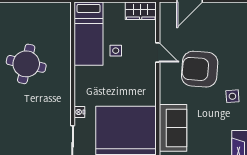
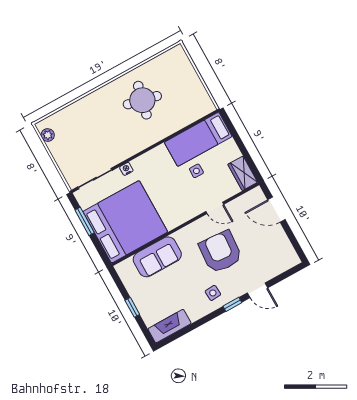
door: (158, 53) -> (215, 208), hinge flipped

